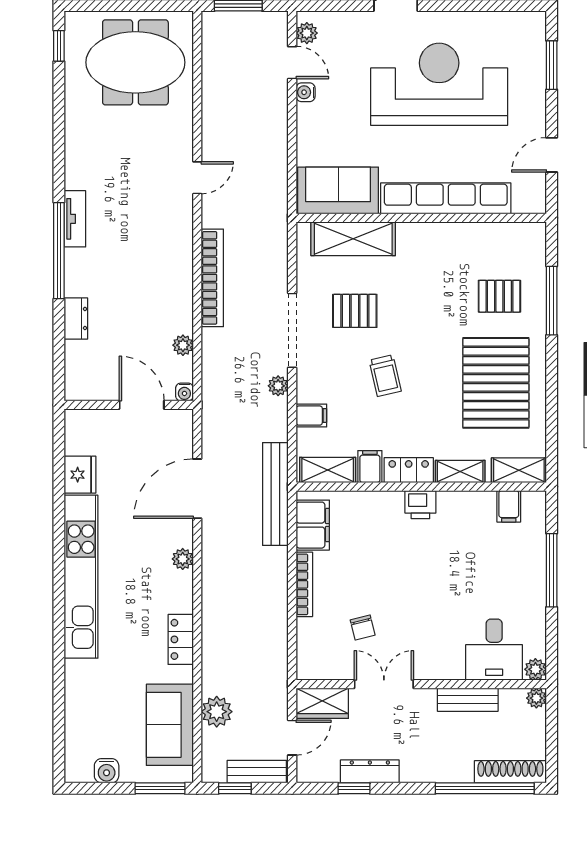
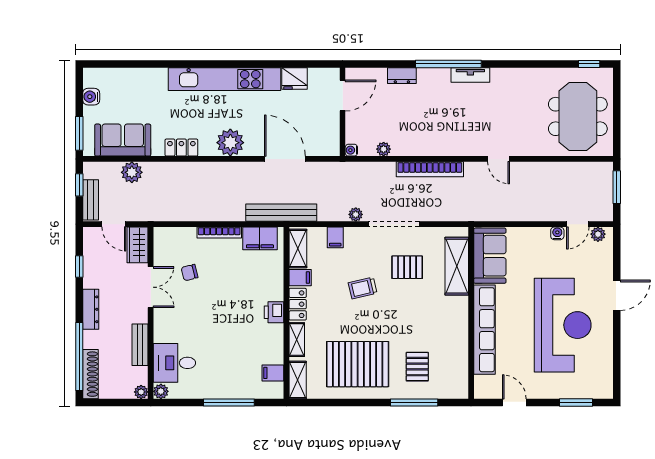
pallet: (355, 311) -> (407, 267), turned 90
door: (142, 405) -> (343, 95), moved
plant: (183, 559) -> (230, 143), width x1.88, depth x1.88
dresser: (370, 771) -> (91, 309), moved

